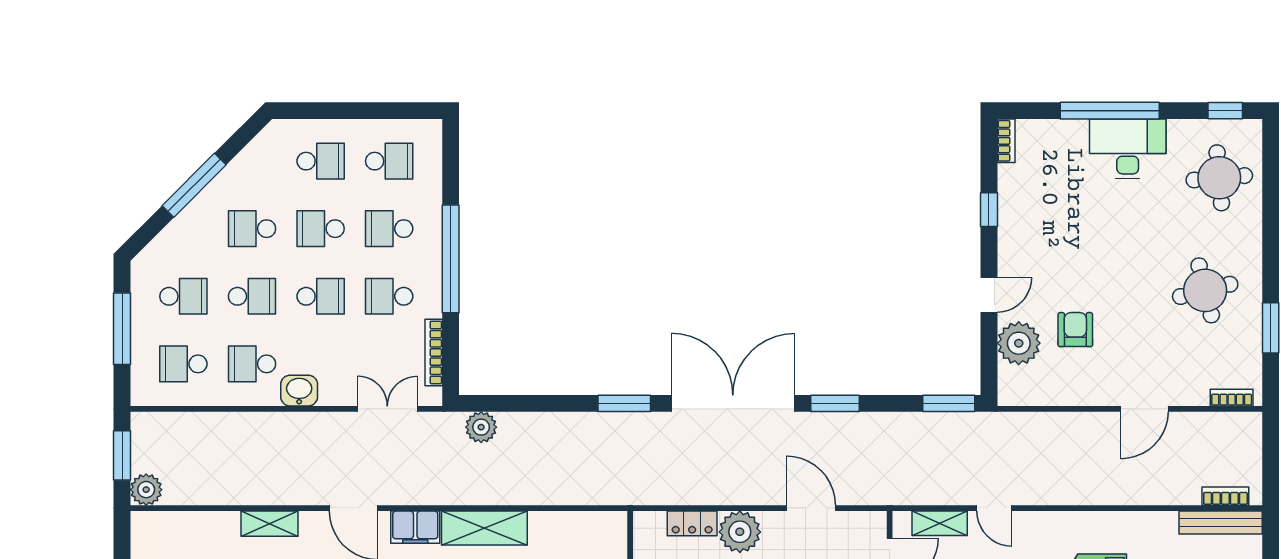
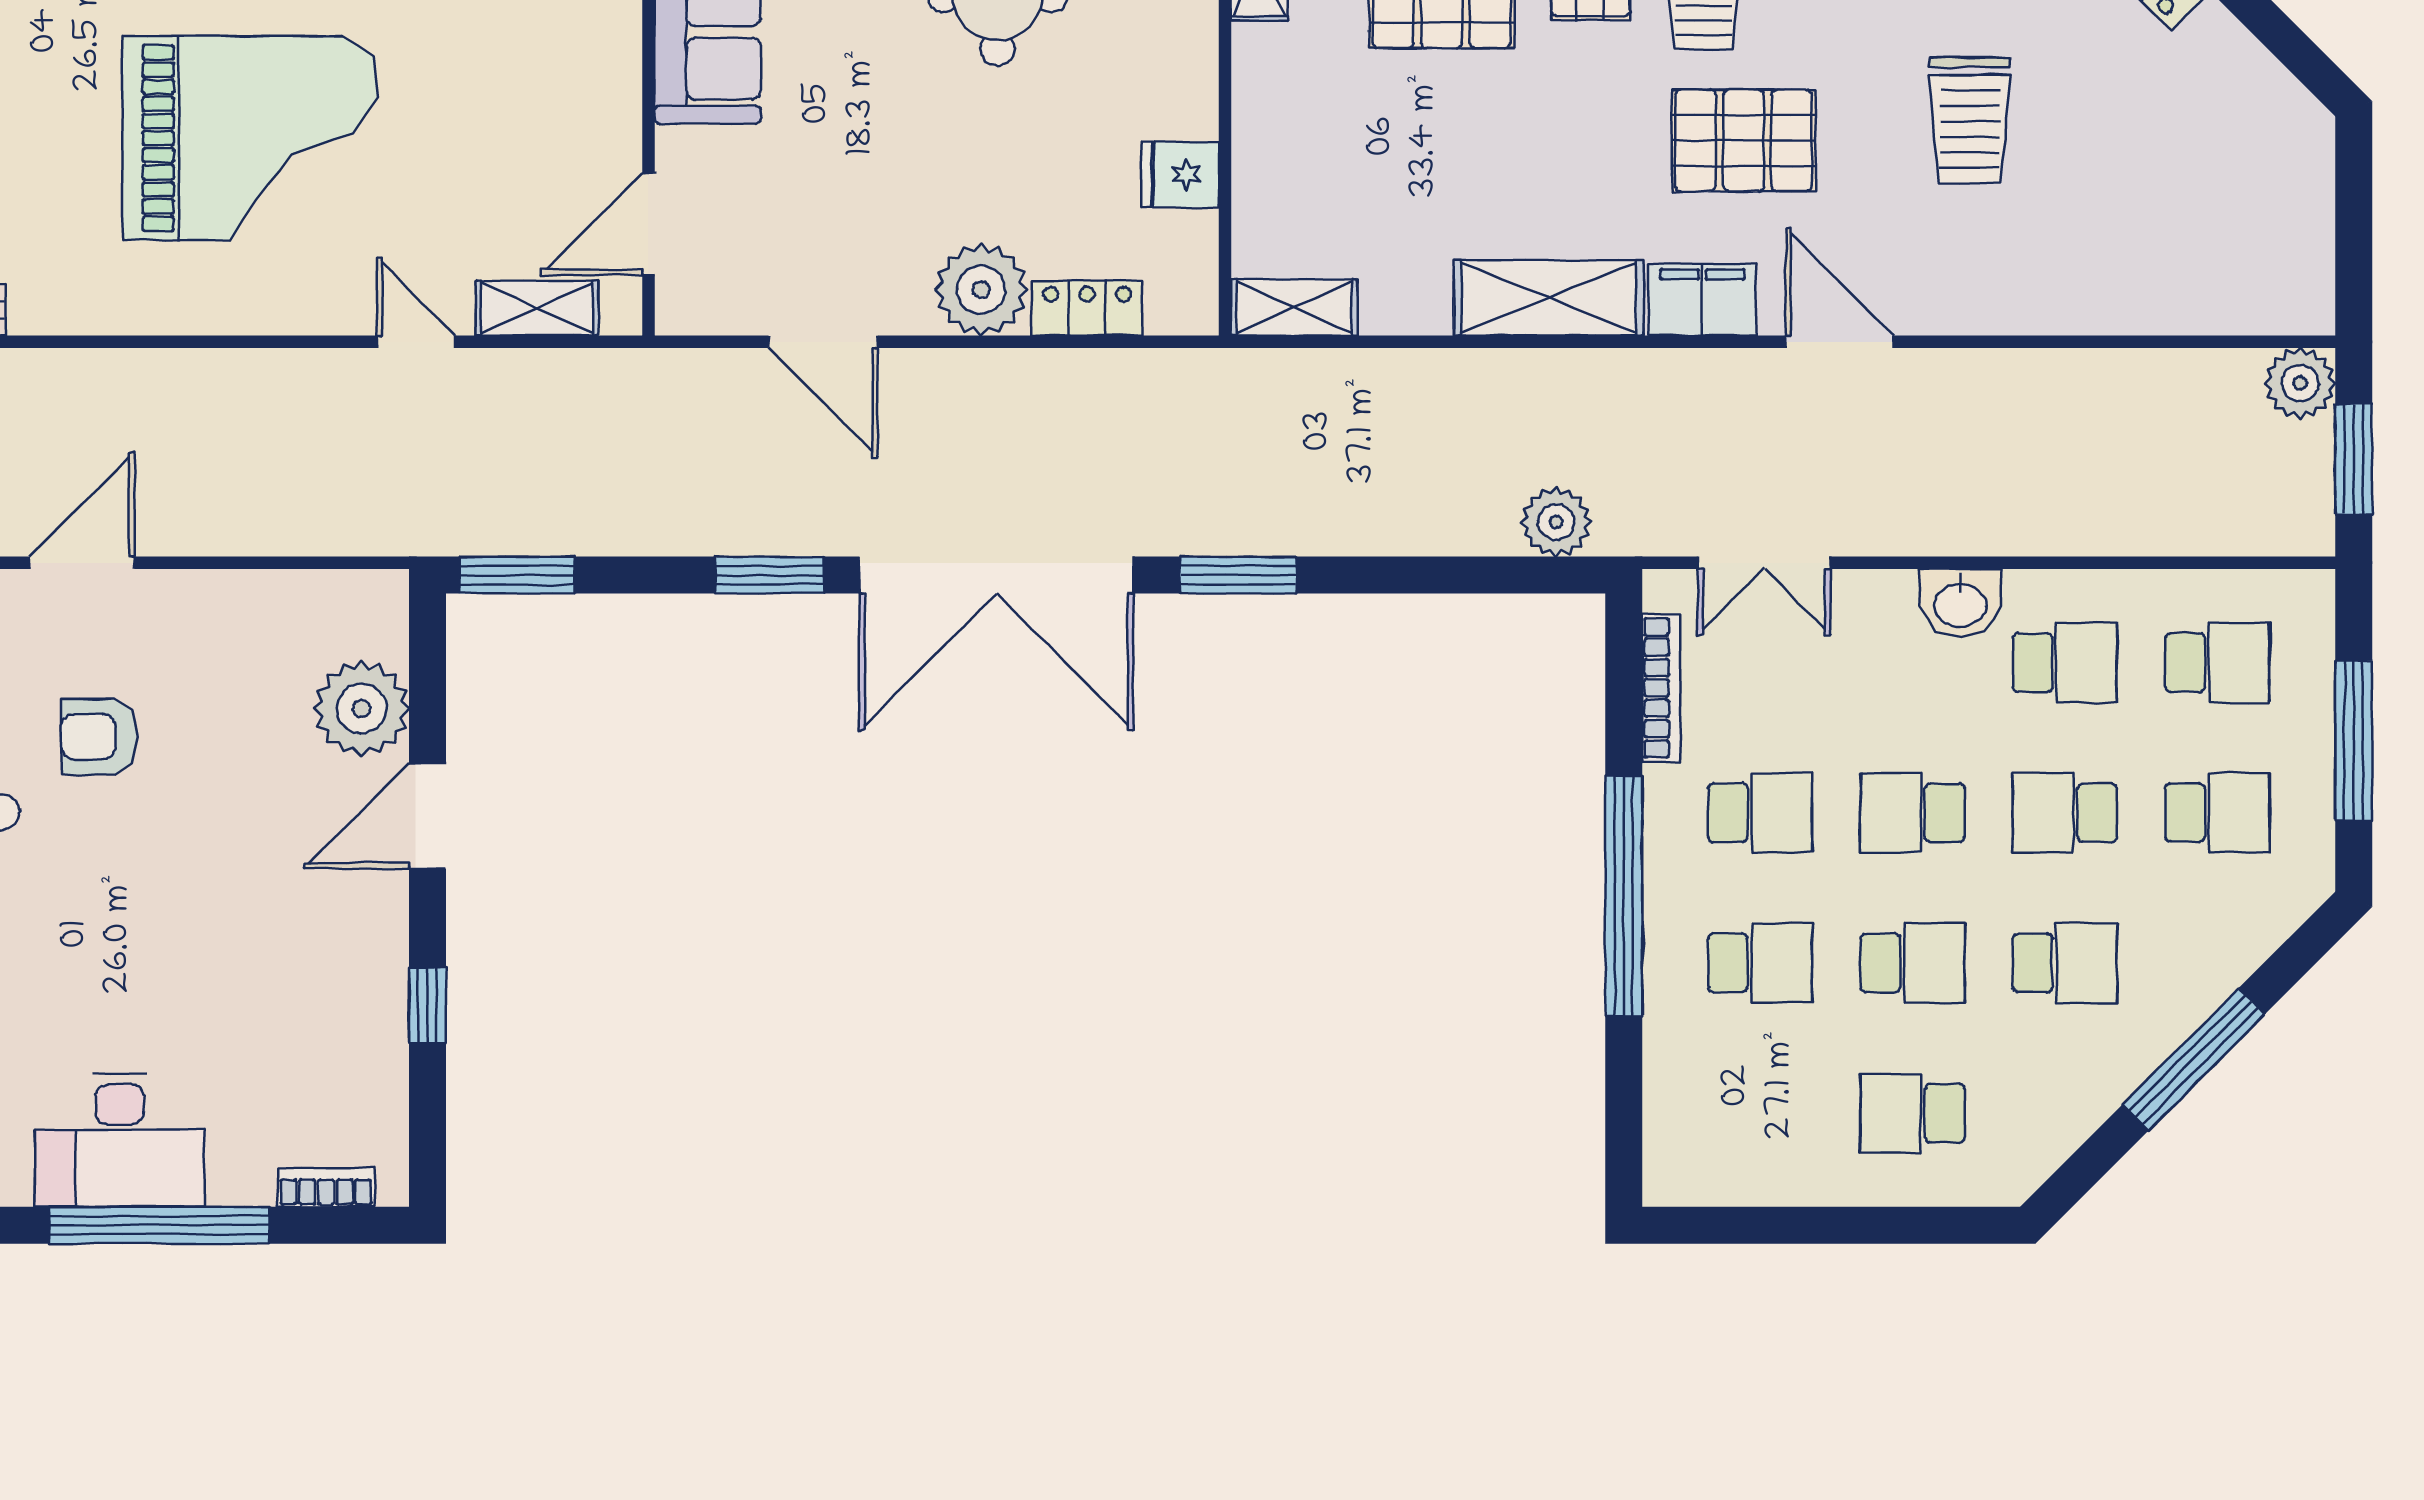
bookcase: (1006, 141) -> (326, 1187), moved, turned 90
school desk: (389, 161) -> (1760, 1113), removed
door: (989, 295) -> (428, 816), width x1.38
school desk: (183, 296) -> (2217, 813), turned 180
armchair: (1075, 330) -> (99, 737), moved, turned 90
shelving: (270, 524) -> (1294, 307), moved

